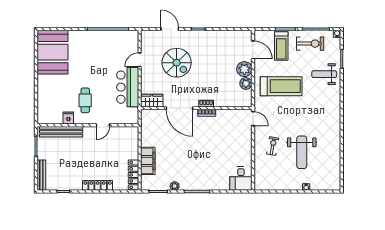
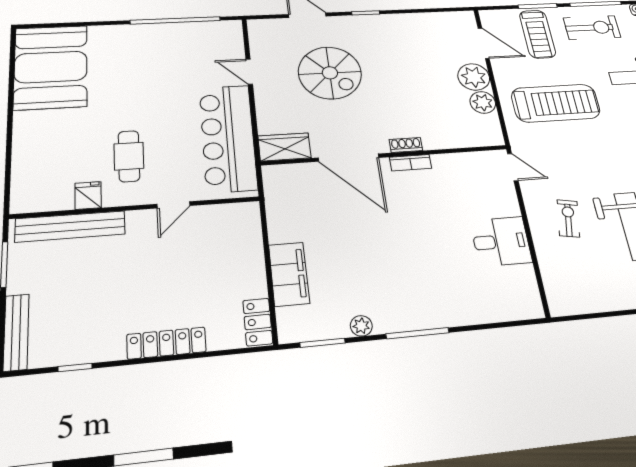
door: (140, 60) -> (249, 72), hinge flipped
bar counter: (128, 87) -> (228, 138), width x1.36
locker: (133, 175) -> (258, 322), width x0.66
desk: (241, 179) -> (501, 241), moved, turned -90

